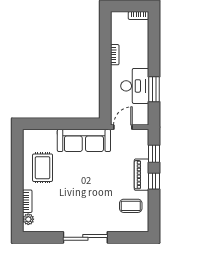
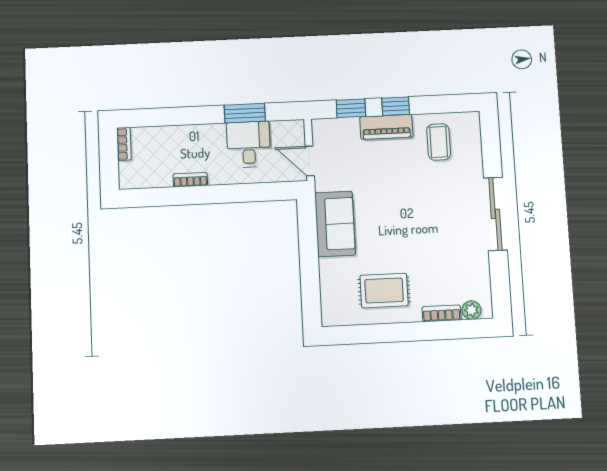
desk: (135, 86) -> (249, 144), width x0.73
sofa: (84, 140) -> (335, 224), width x0.73

